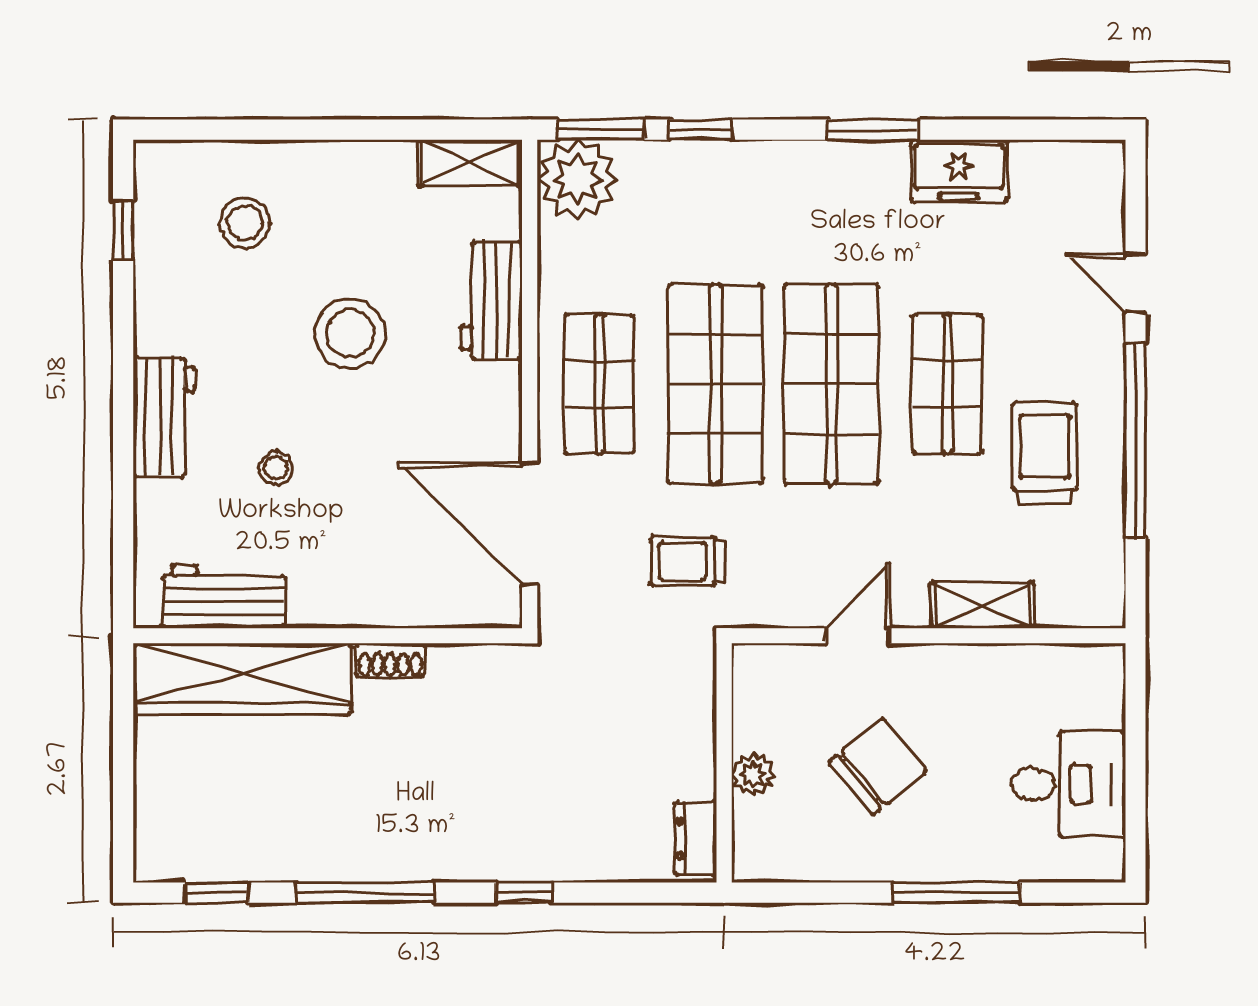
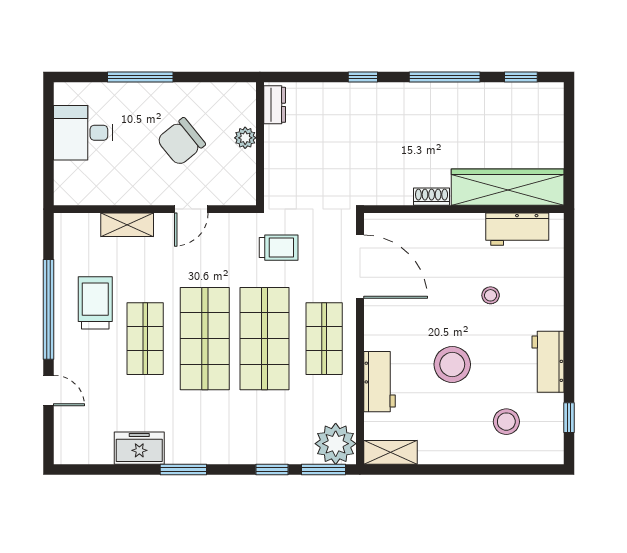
workbench: (164, 417) -> (548, 362), moved
trolley: (1045, 454) -> (95, 303), turned 180

